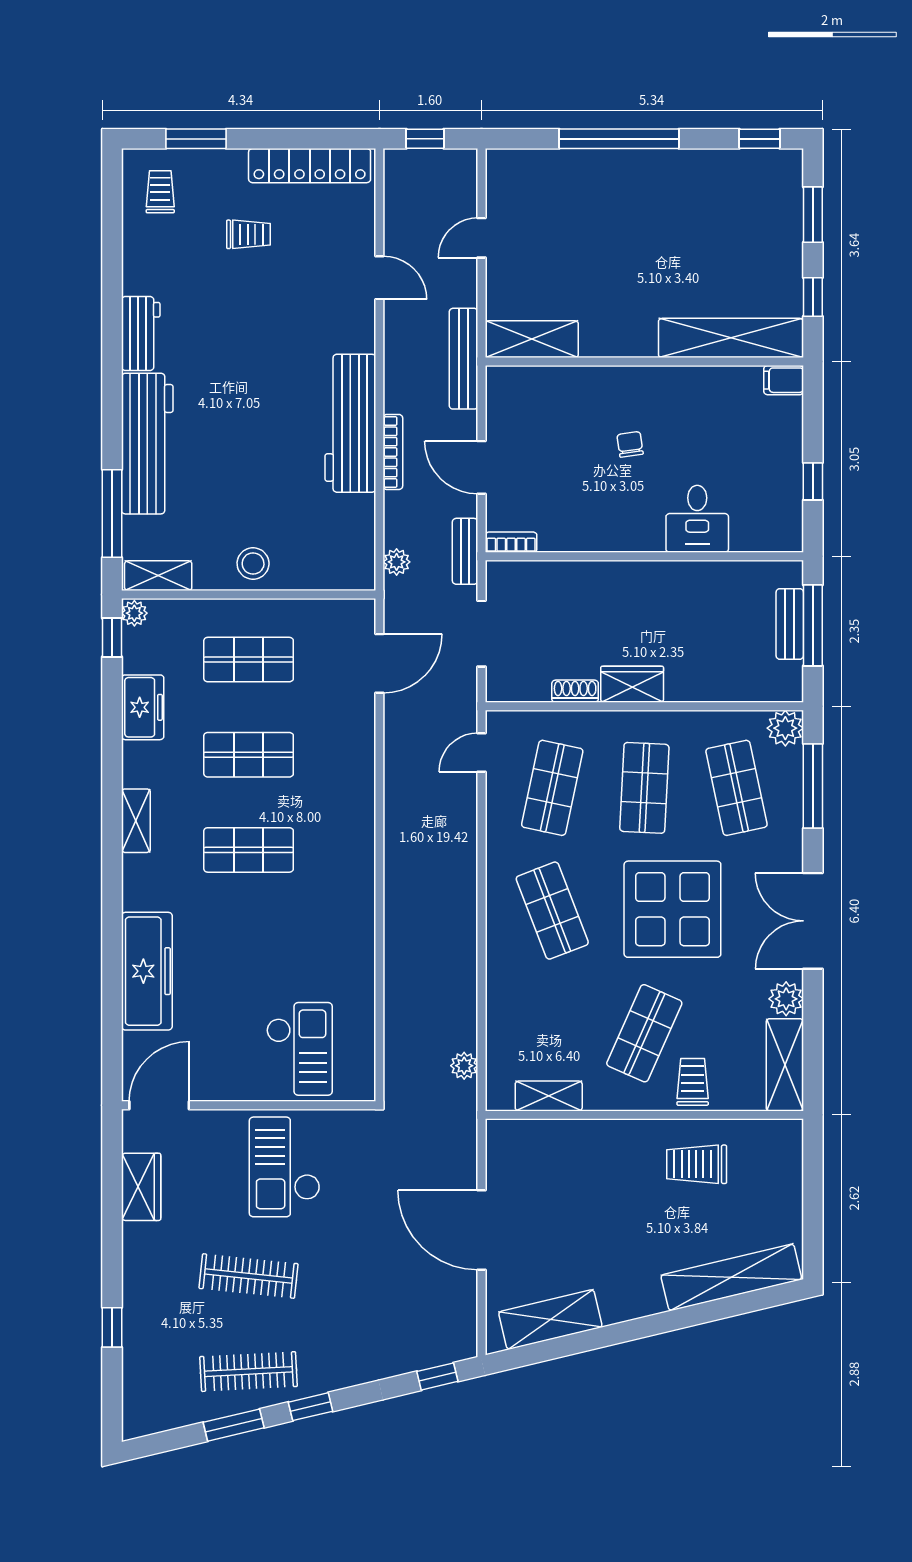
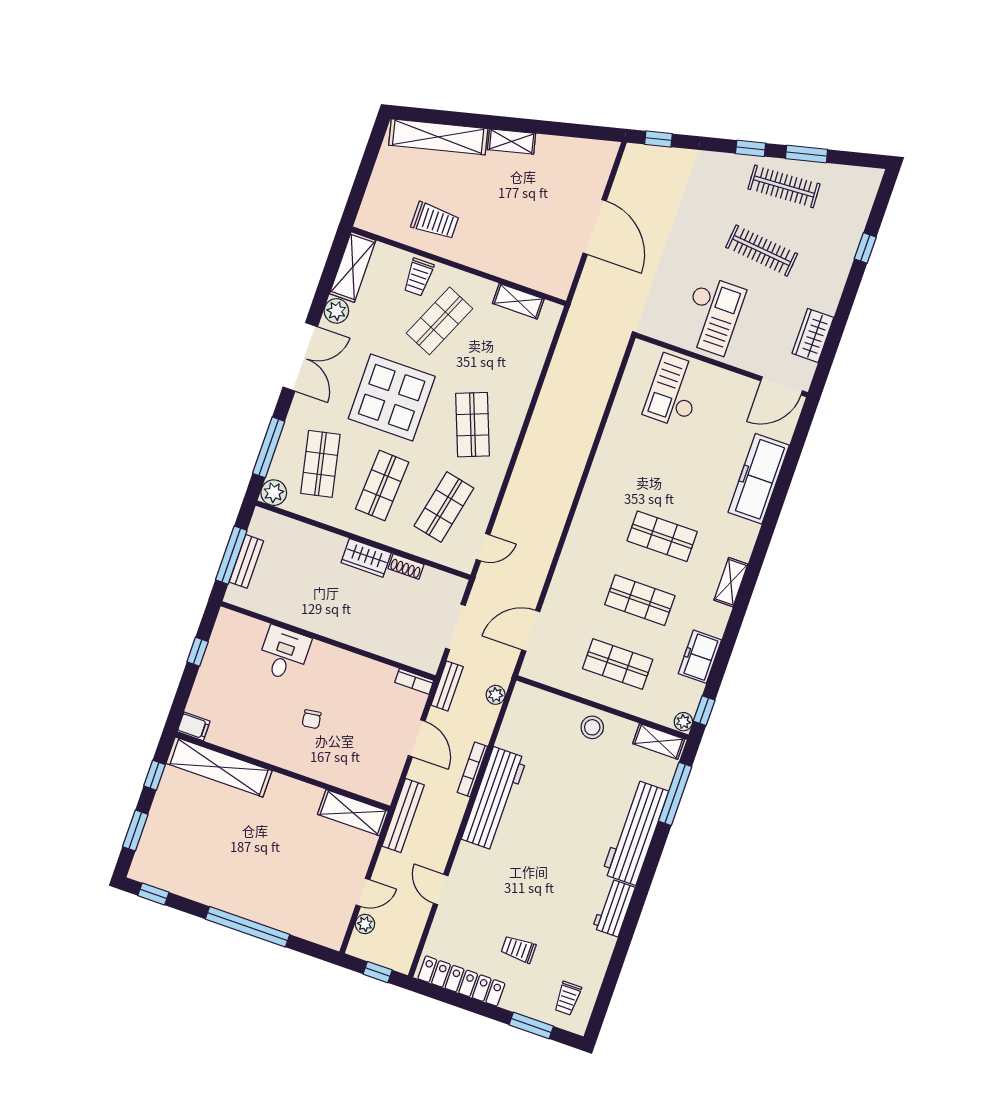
plant: (464, 1066) -> (365, 924), moved
shelving: (550, 1320) -> (512, 142), moved, width x0.67, depth x0.75

